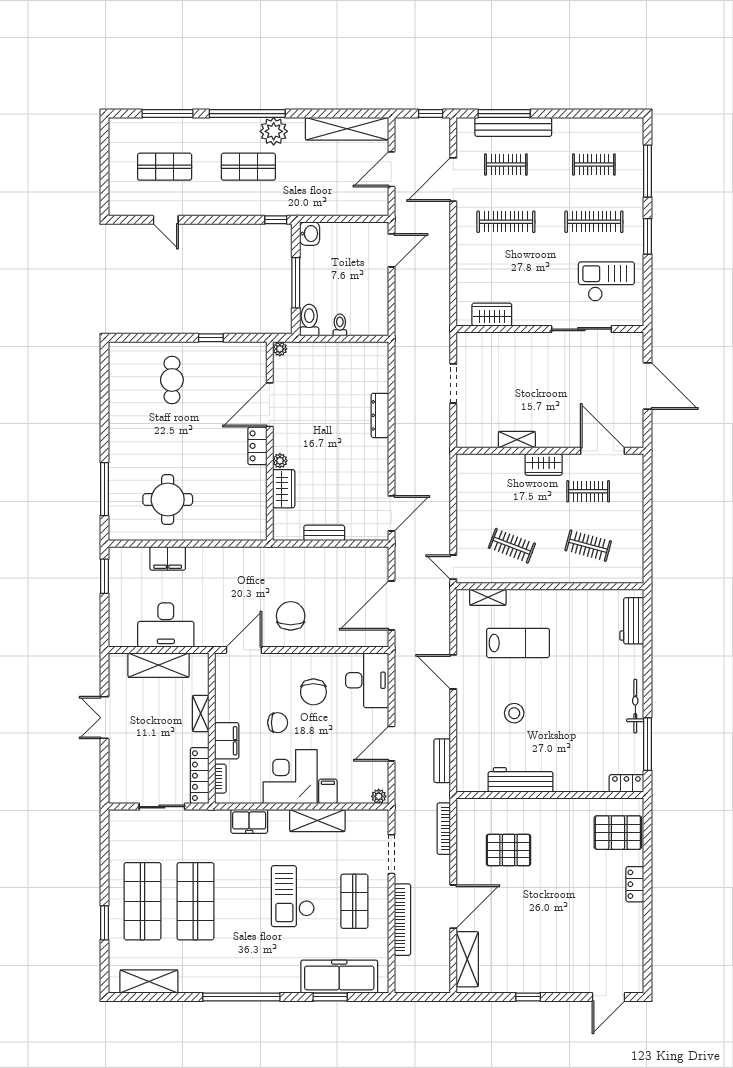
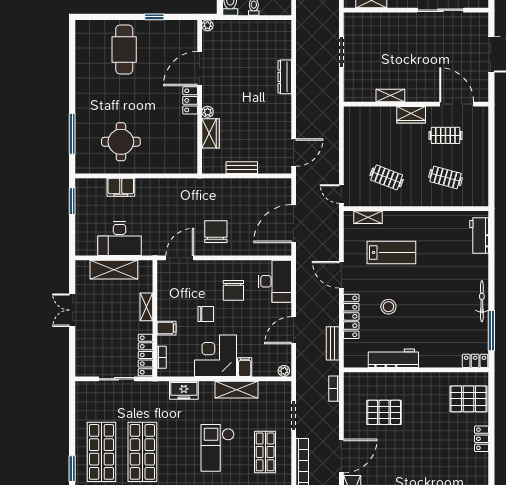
cafe table: (172, 380) -> (124, 49), width x1.37, depth x1.35
locker: (466, 726) -> (351, 316), added
filing cabinet: (227, 741) -> (166, 328), width x0.50
bookcase: (444, 829) -> (334, 389), width x0.64

